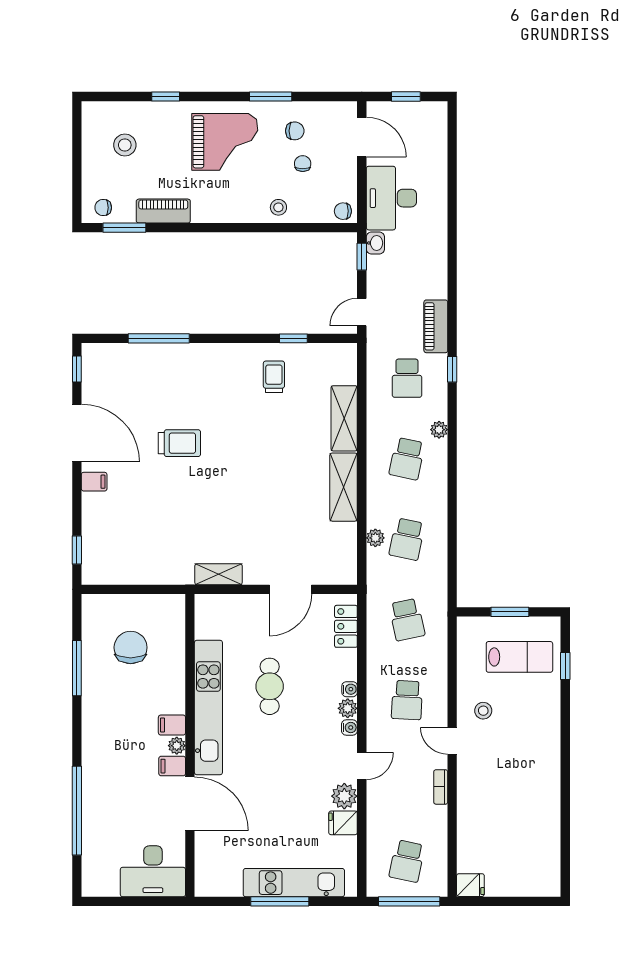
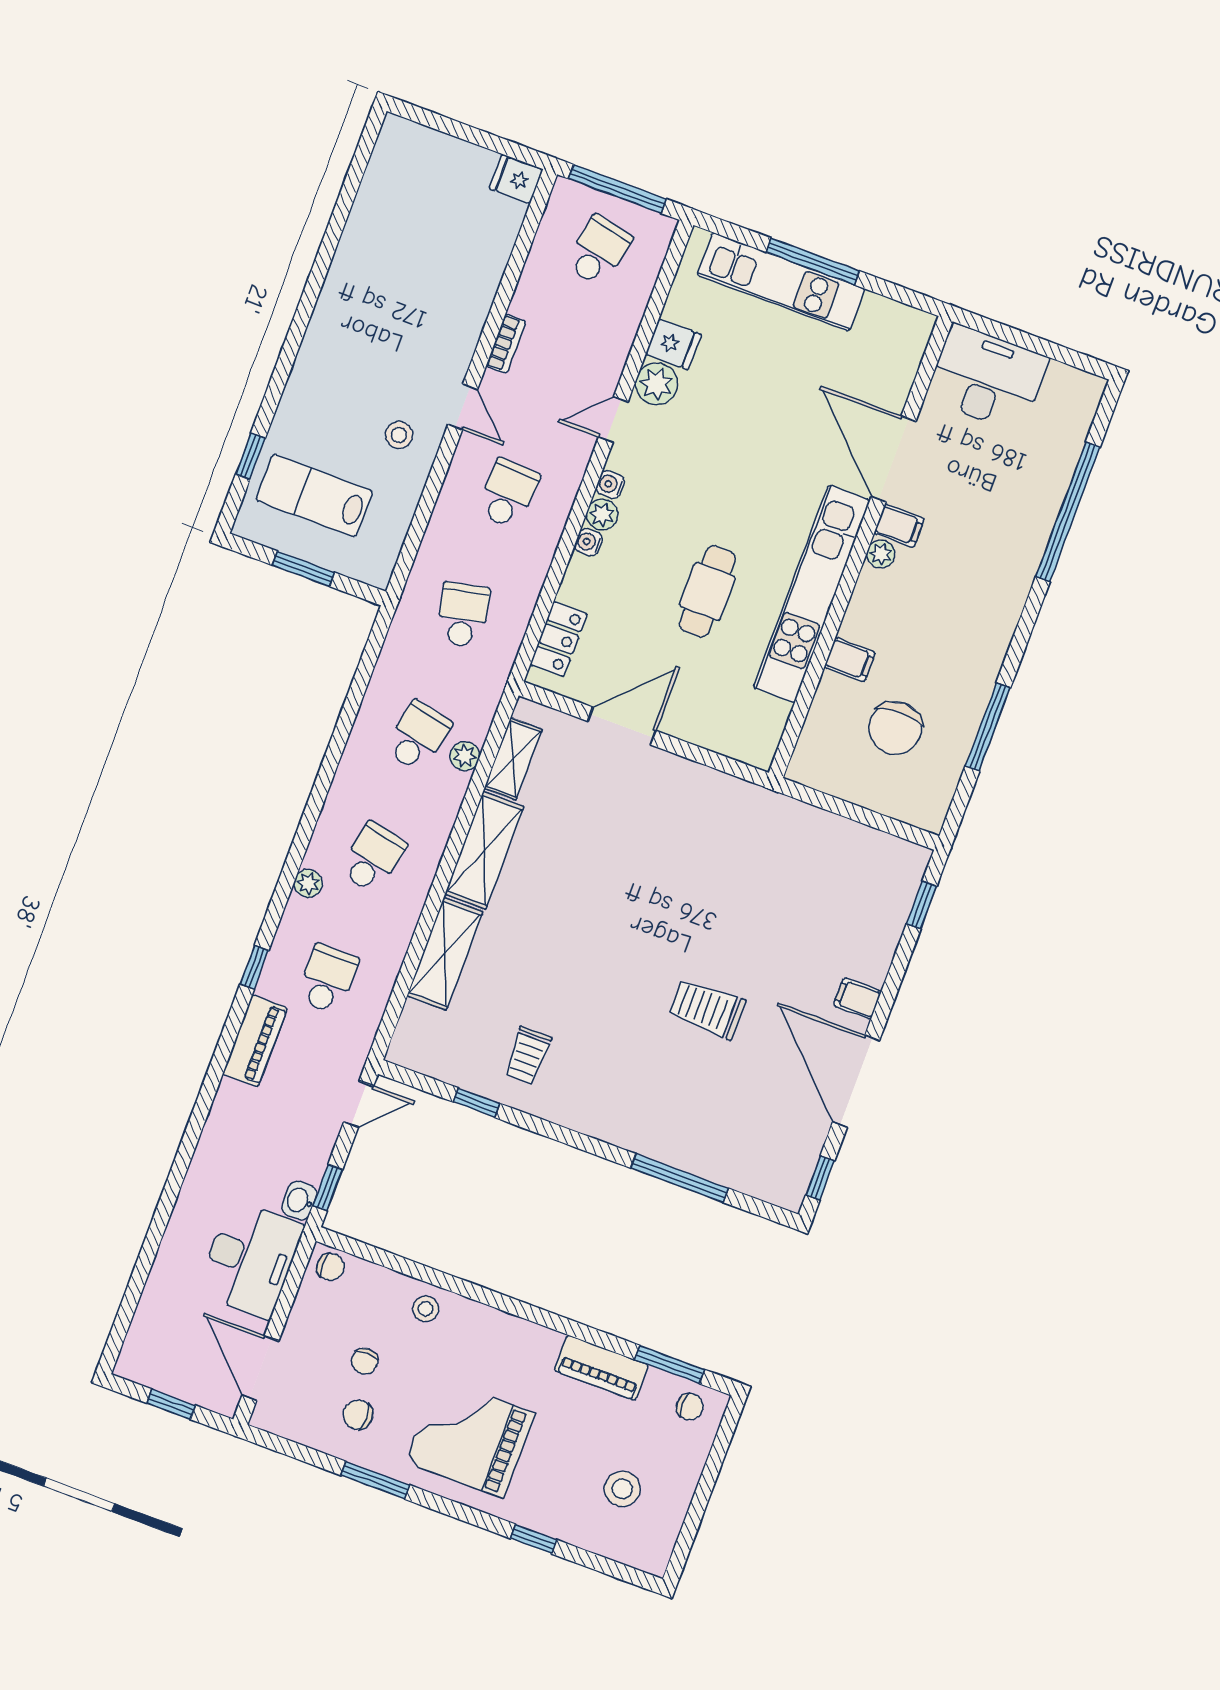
shelving: (218, 574) -> (513, 759), moved, turned 90
filing cabinet: (172, 725) -> (850, 660), moved

